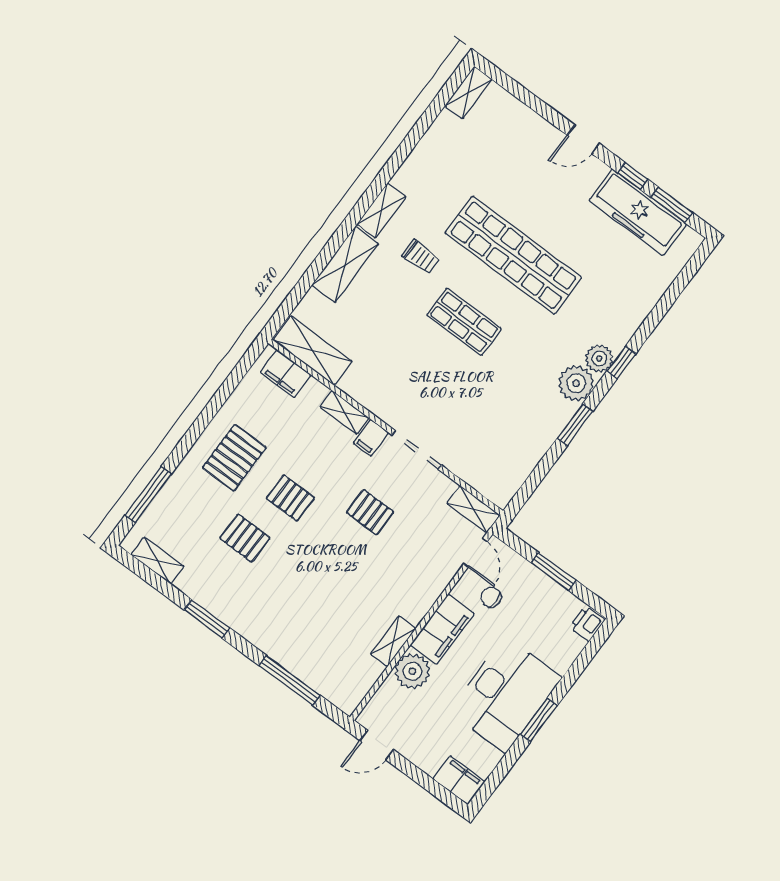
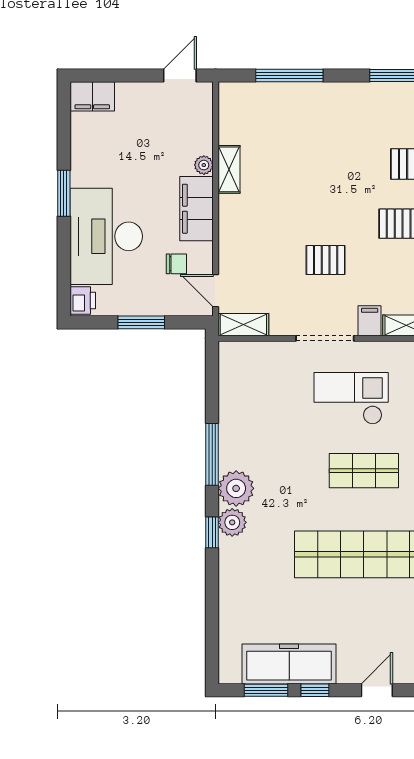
checkout: (431, 387) -> (351, 398), added
window: (575, 425) -> (212, 454), width x1.44
plant: (412, 671) -> (204, 165), width x0.53, depth x0.53
desk: (505, 694) -> (106, 236), moved

